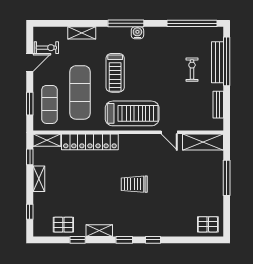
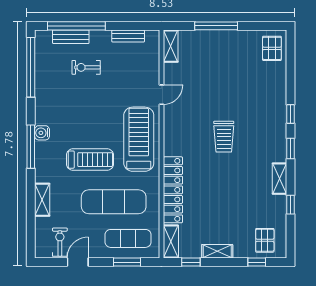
bench: (218, 62) -> (71, 37), width x0.73
door: (30, 63) -> (78, 262), hinge flipped
shelving: (203, 142) -> (171, 46), width x0.67, depth x0.75
pallet: (63, 225) -> (265, 240), moved

